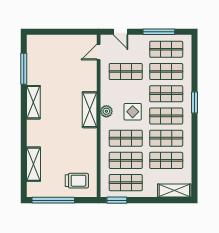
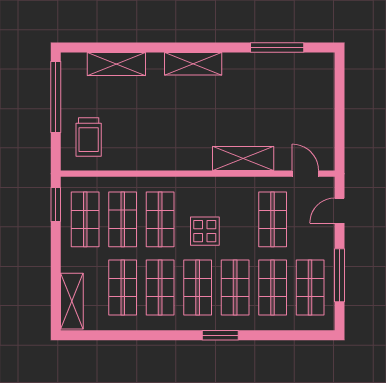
shelving: (33, 102) -> (193, 64), moved
shelving: (90, 110) -> (243, 158), moved
plant: (106, 111) -> (206, 187), removed

